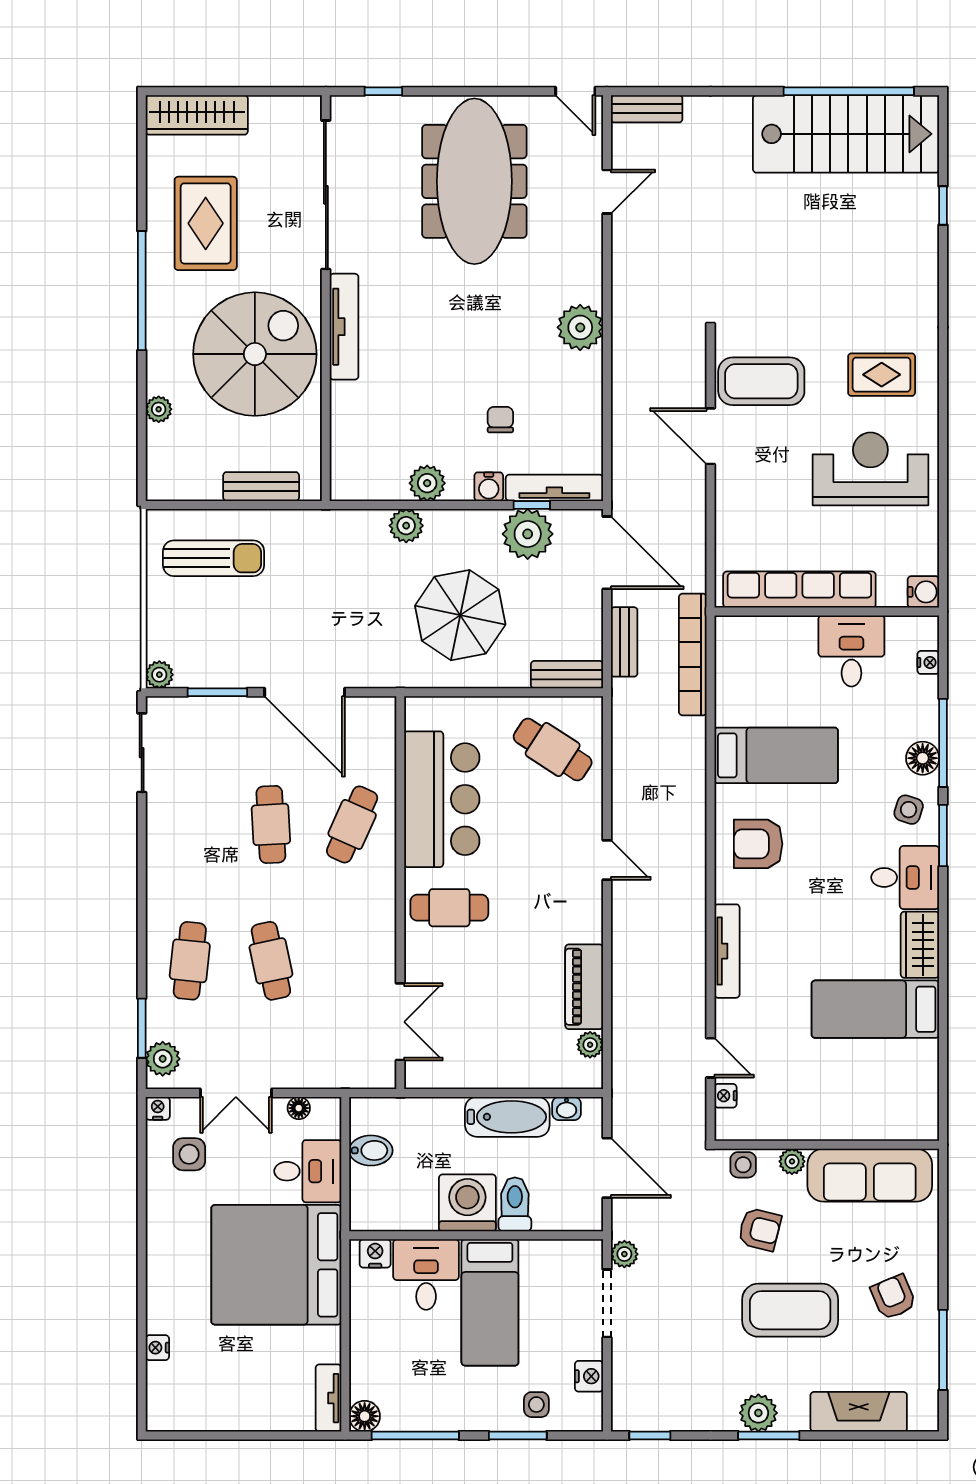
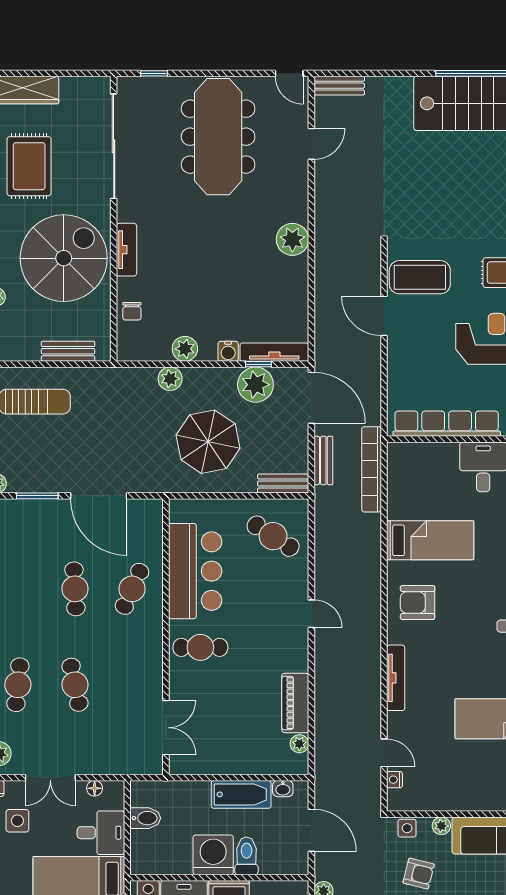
tv unit: (344, 327) -> (126, 250), width x0.71
chair: (500, 420) -> (132, 311), moved, turned 180

